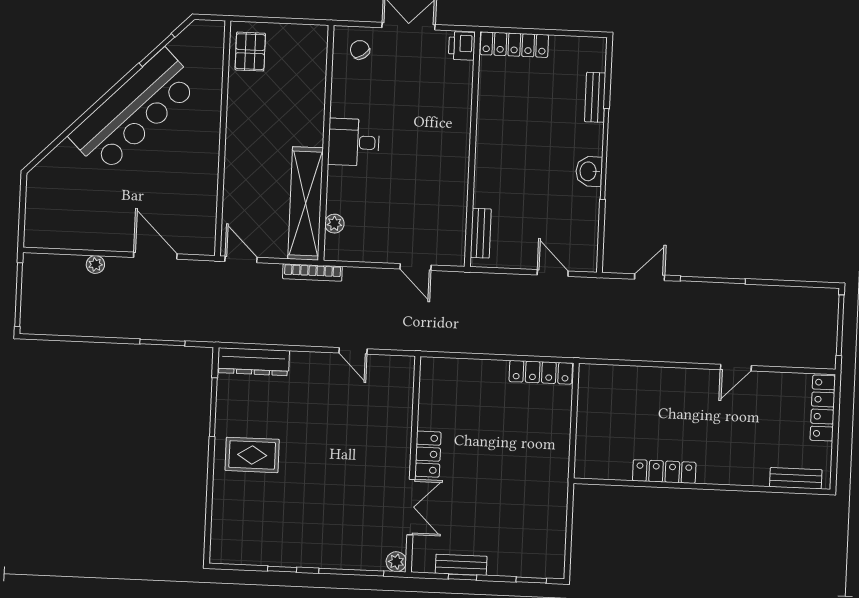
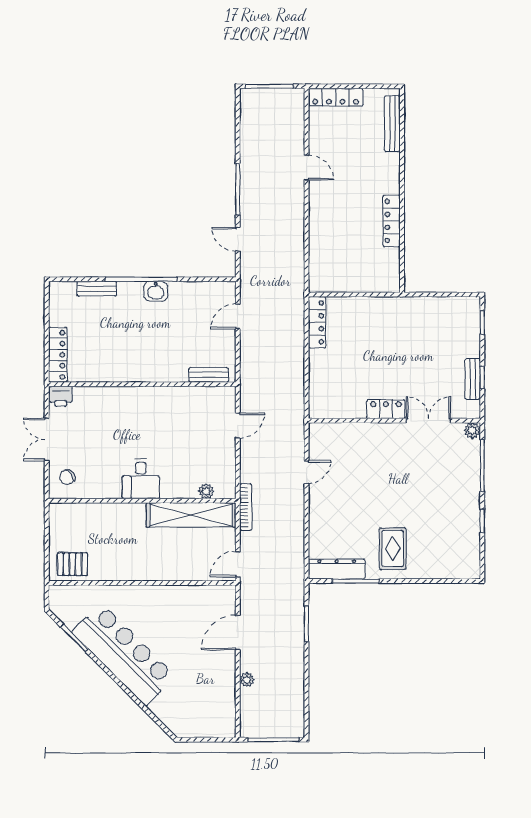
dresser: (253, 362) -> (337, 569), moved, turned -90
bench: (796, 478) -> (392, 124), width x1.36

